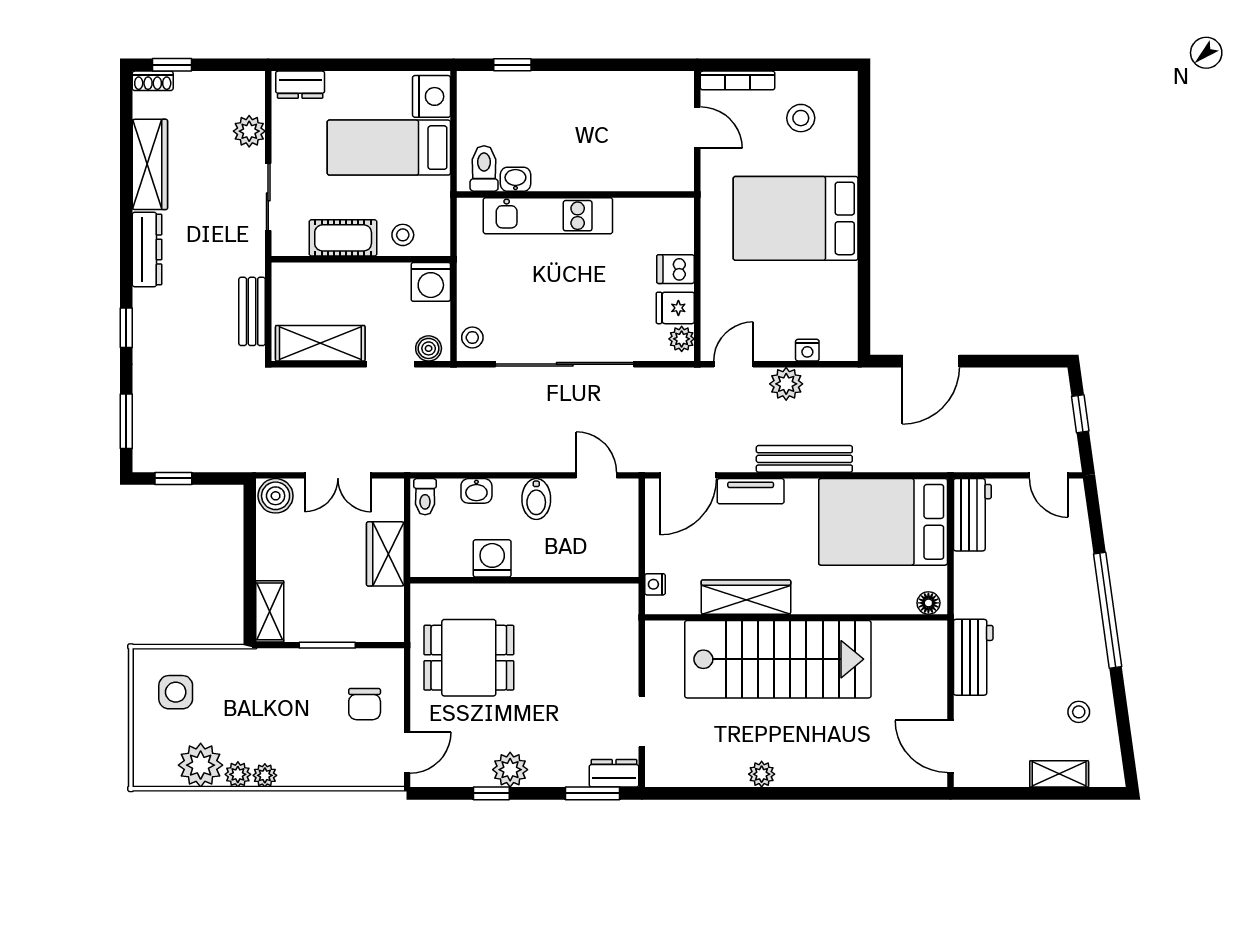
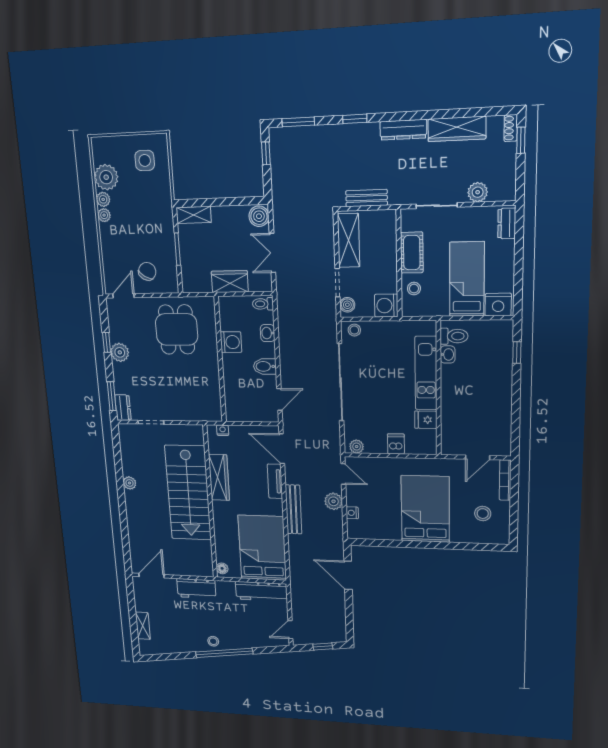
fridge: (675, 308) -> (426, 420), moved, turned -90
workbench: (972, 515) -> (261, 591), width x1.38
chair: (365, 704) -> (147, 271), turned 121
stool: (1079, 712) -> (213, 641), moved
door: (407, 753) -> (124, 296), swing flipped

